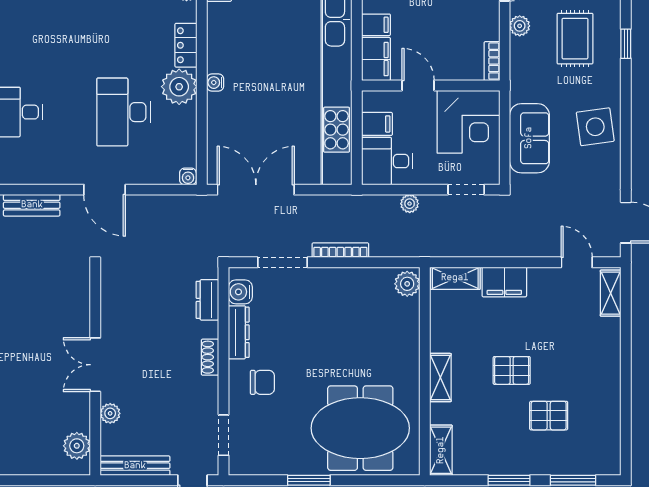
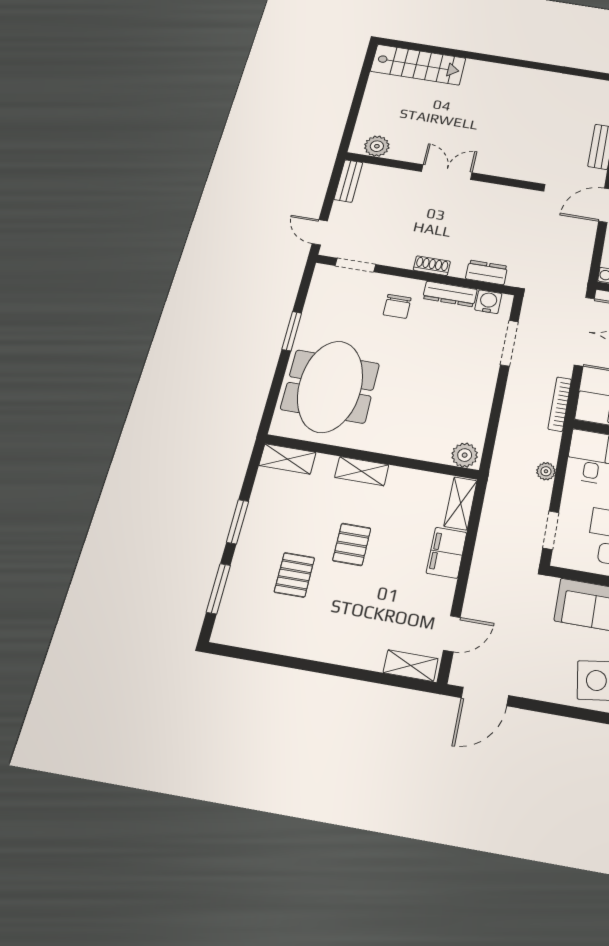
bookcase: (340, 250) -> (560, 404), moved, turned 180
plant: (110, 413) -> (400, 177), removed
bench: (135, 466) -> (348, 181), width x0.73

